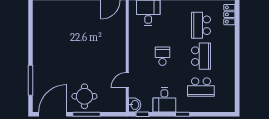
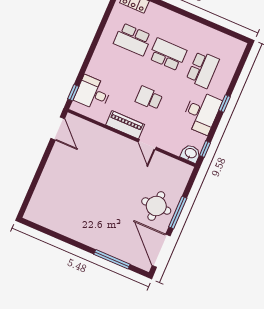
piano: (135, 47) -> (125, 125), added
door: (127, 80) -> (147, 145), moved
desk: (164, 100) -> (201, 112), width x1.37

